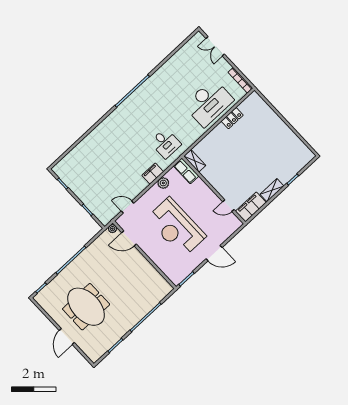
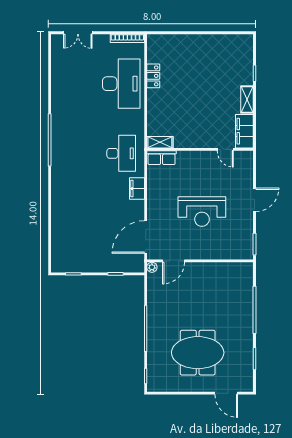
desk: (165, 143) -> (121, 153), width x1.37
plant: (163, 183) -> (154, 187), removed
door: (228, 206) -> (225, 149), hinge flipped
door: (128, 207) -> (146, 237), width x1.87
reception desk: (176, 227) -> (202, 211), width x0.74, depth x0.77
door: (67, 337) -> (226, 393), moved

